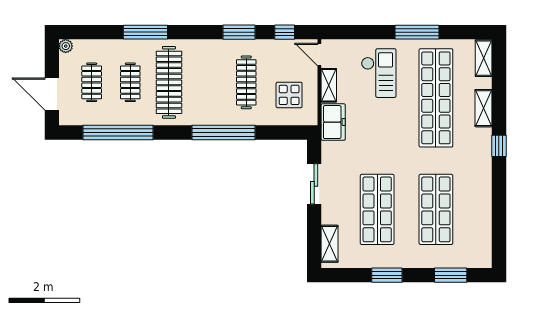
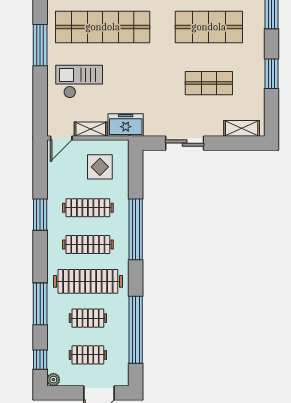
window: (285, 32) -> (40, 360), moved
clothes rail: (208, 82) -> (88, 245), added
shop shelf: (377, 209) -> (209, 83), width x0.70, depth x0.74

